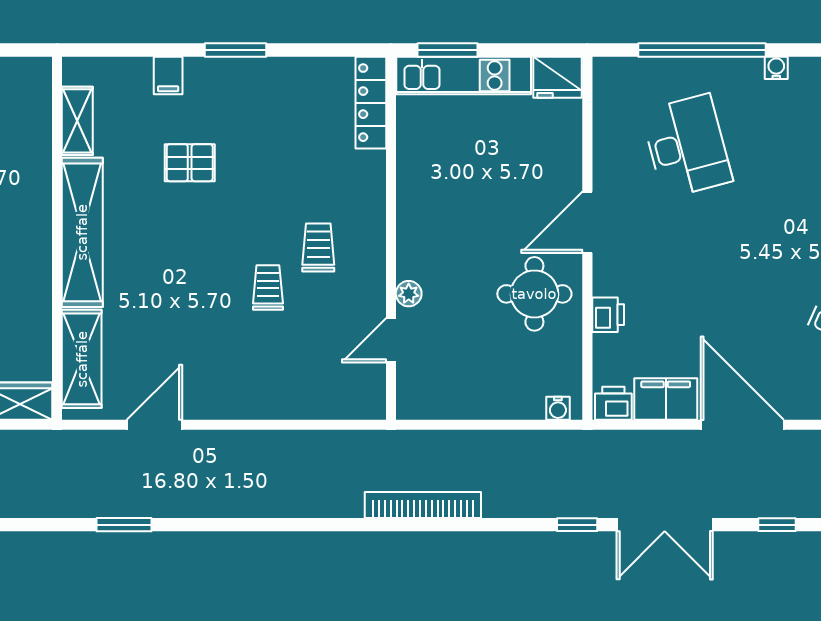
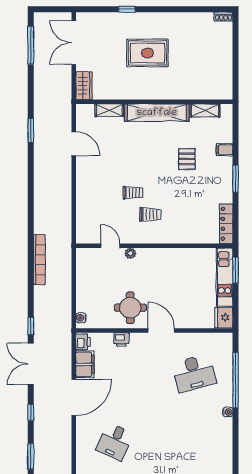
locker: (371, 103) -> (226, 224), moved, turned -90
shelving: (82, 359) -> (109, 110), width x0.67, depth x0.75

